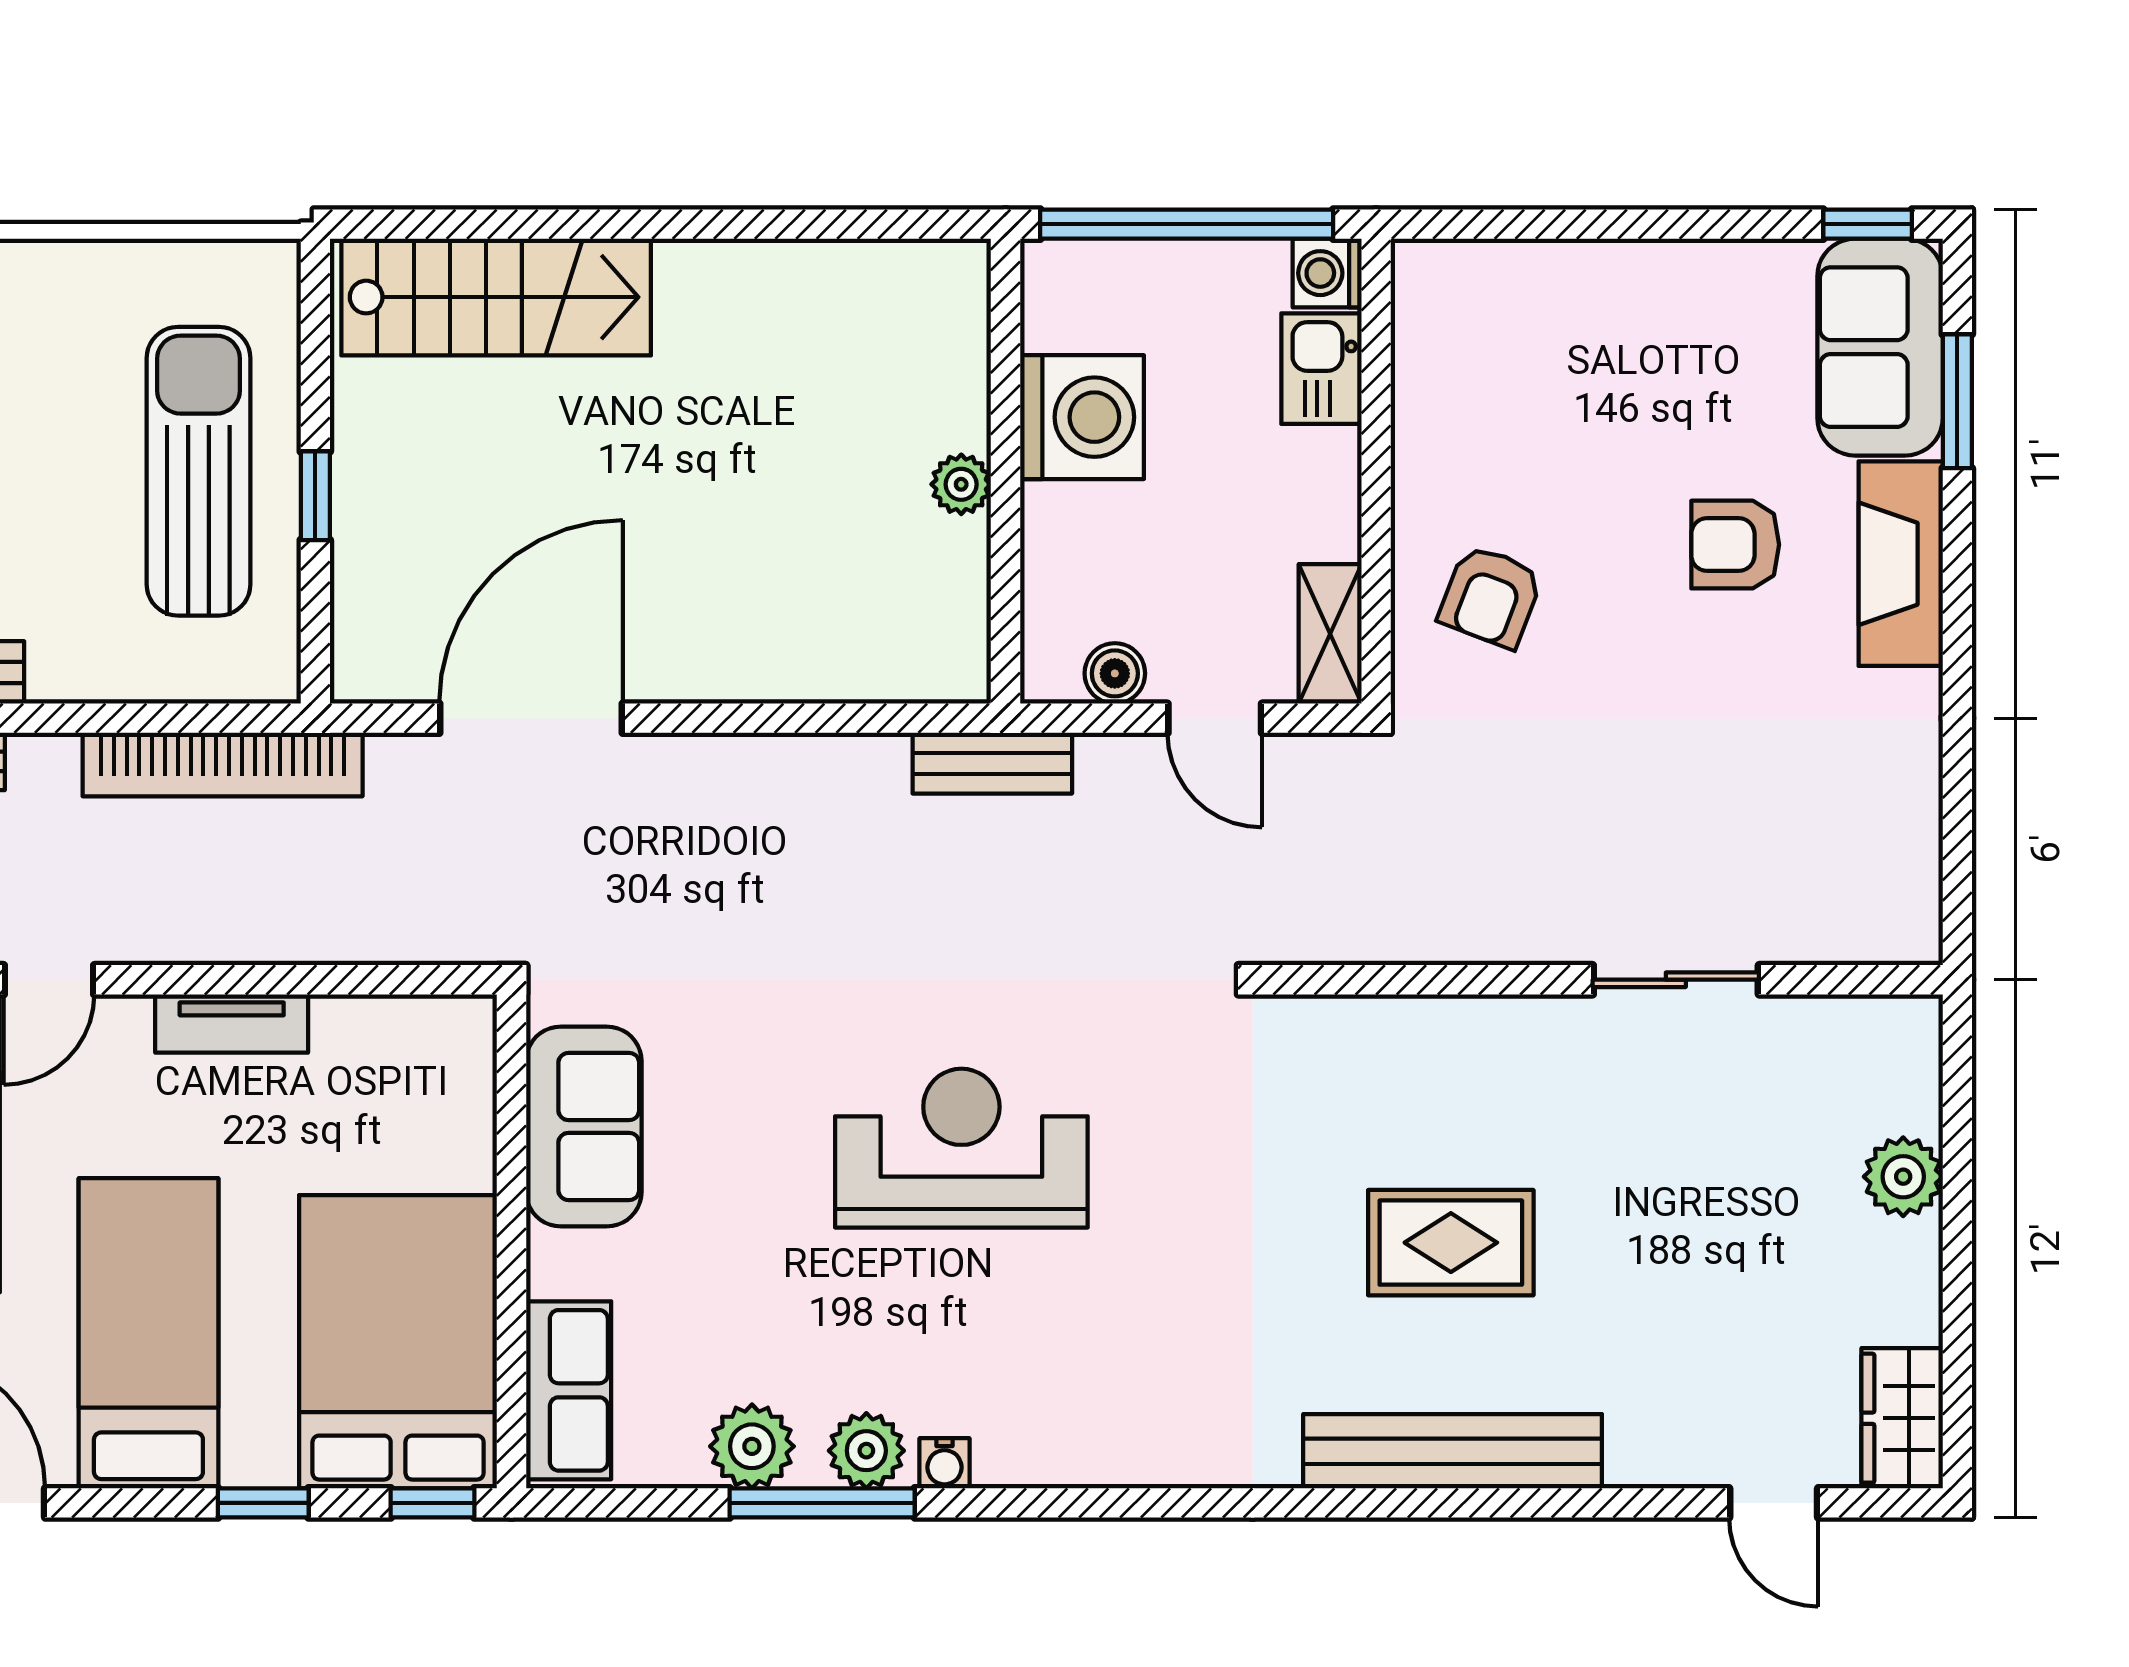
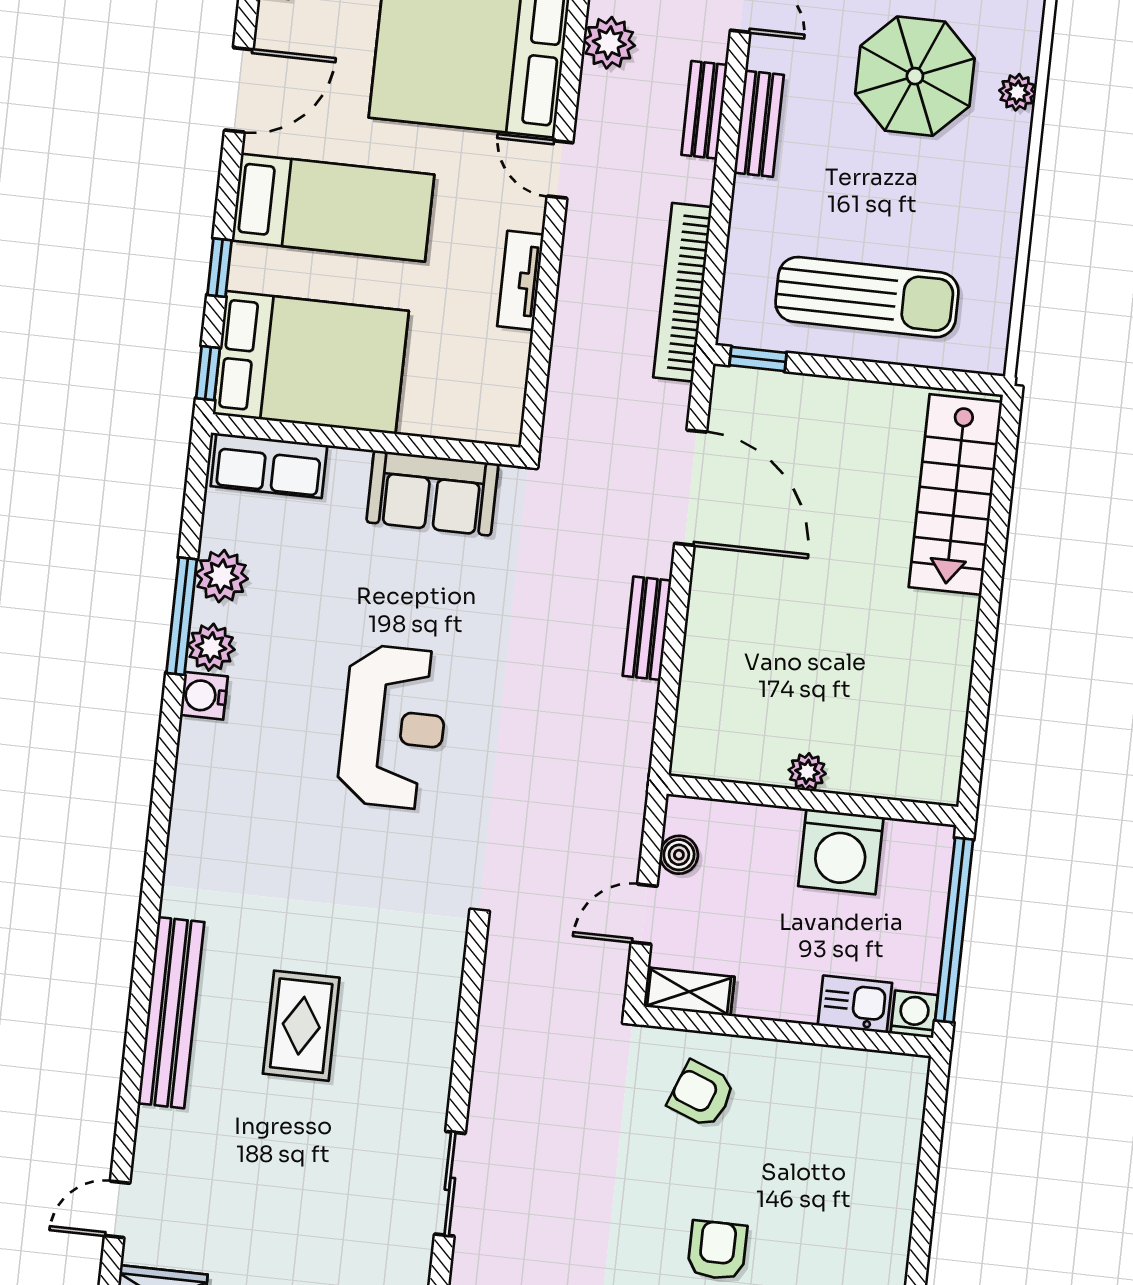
window: (315, 496) -> (758, 359), moved
bench: (992, 763) -> (647, 628), moved
water cooler: (944, 1463) -> (204, 696), width x1.38, depth x1.38

